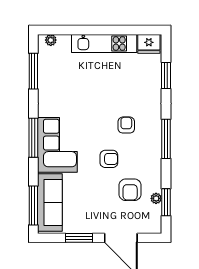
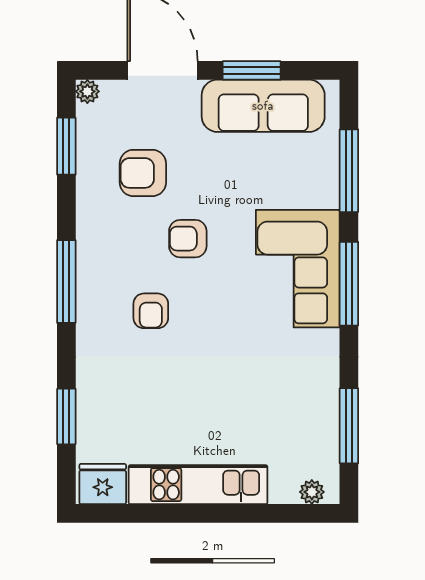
armchair: (130, 190) -> (143, 173), turned -90
plant: (156, 198) -> (87, 91), moved
sofa: (50, 202) -> (263, 106), moved, turned -90
window: (33, 206) -> (349, 171), moved

